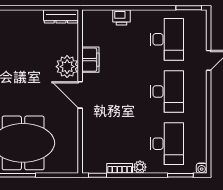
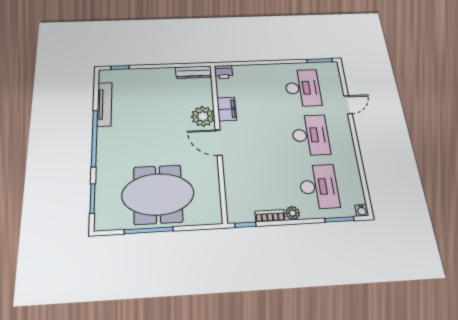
printer: (122, 17) -> (223, 72), moved

